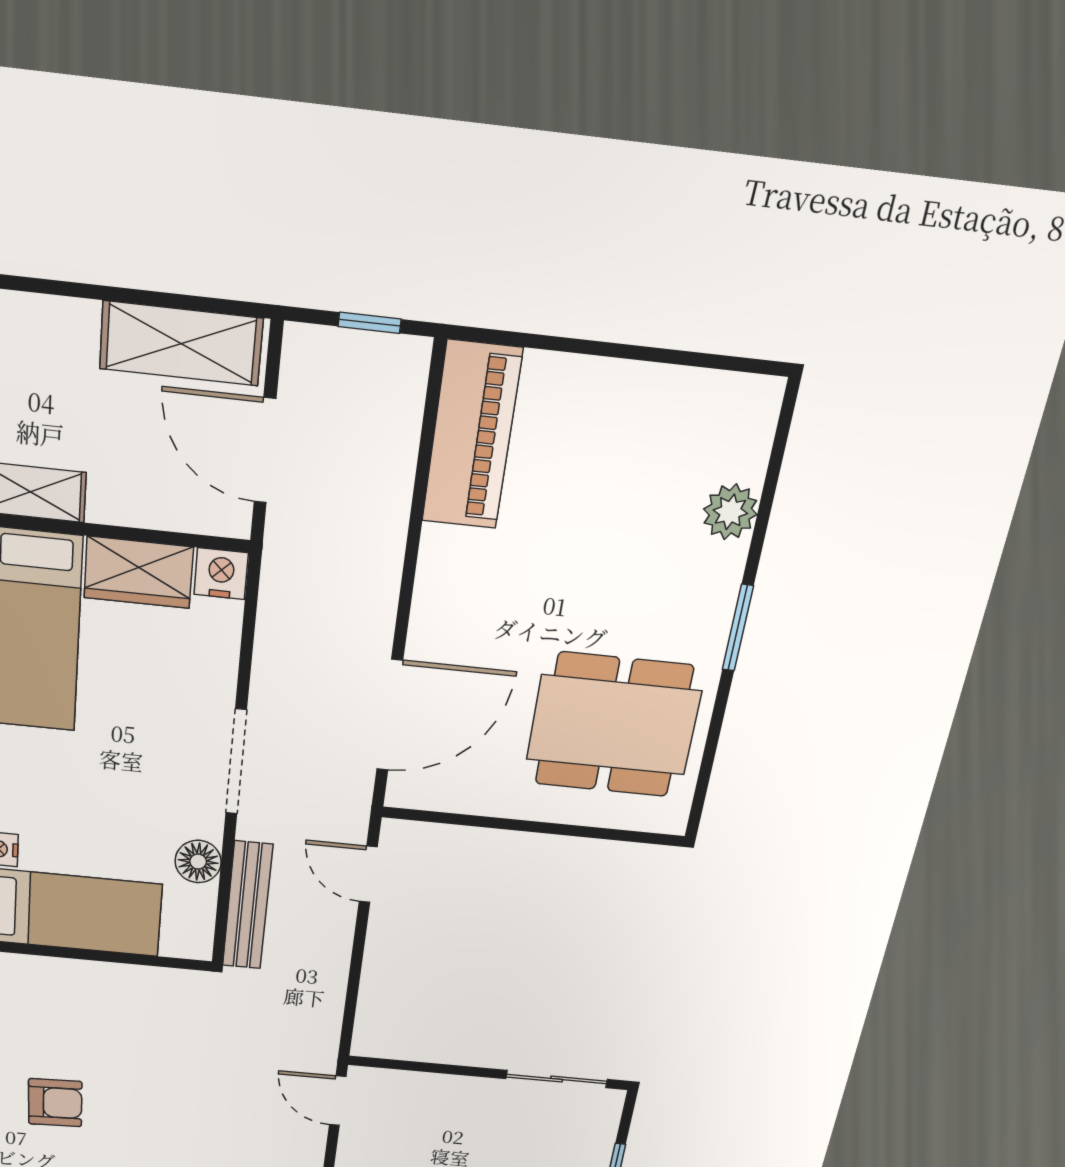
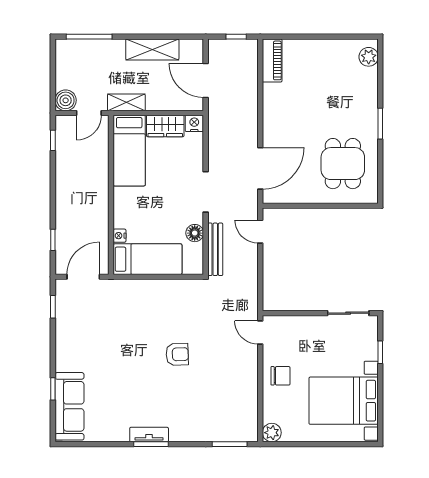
shelving: (181, 343) -> (152, 49), moved
piano: (472, 436) -> (272, 60), width x0.73, depth x0.75
plant: (730, 512) -> (369, 57), moved
dining table: (614, 725) -> (343, 164), width x0.73
armchair: (55, 1103) -> (177, 354), moved

